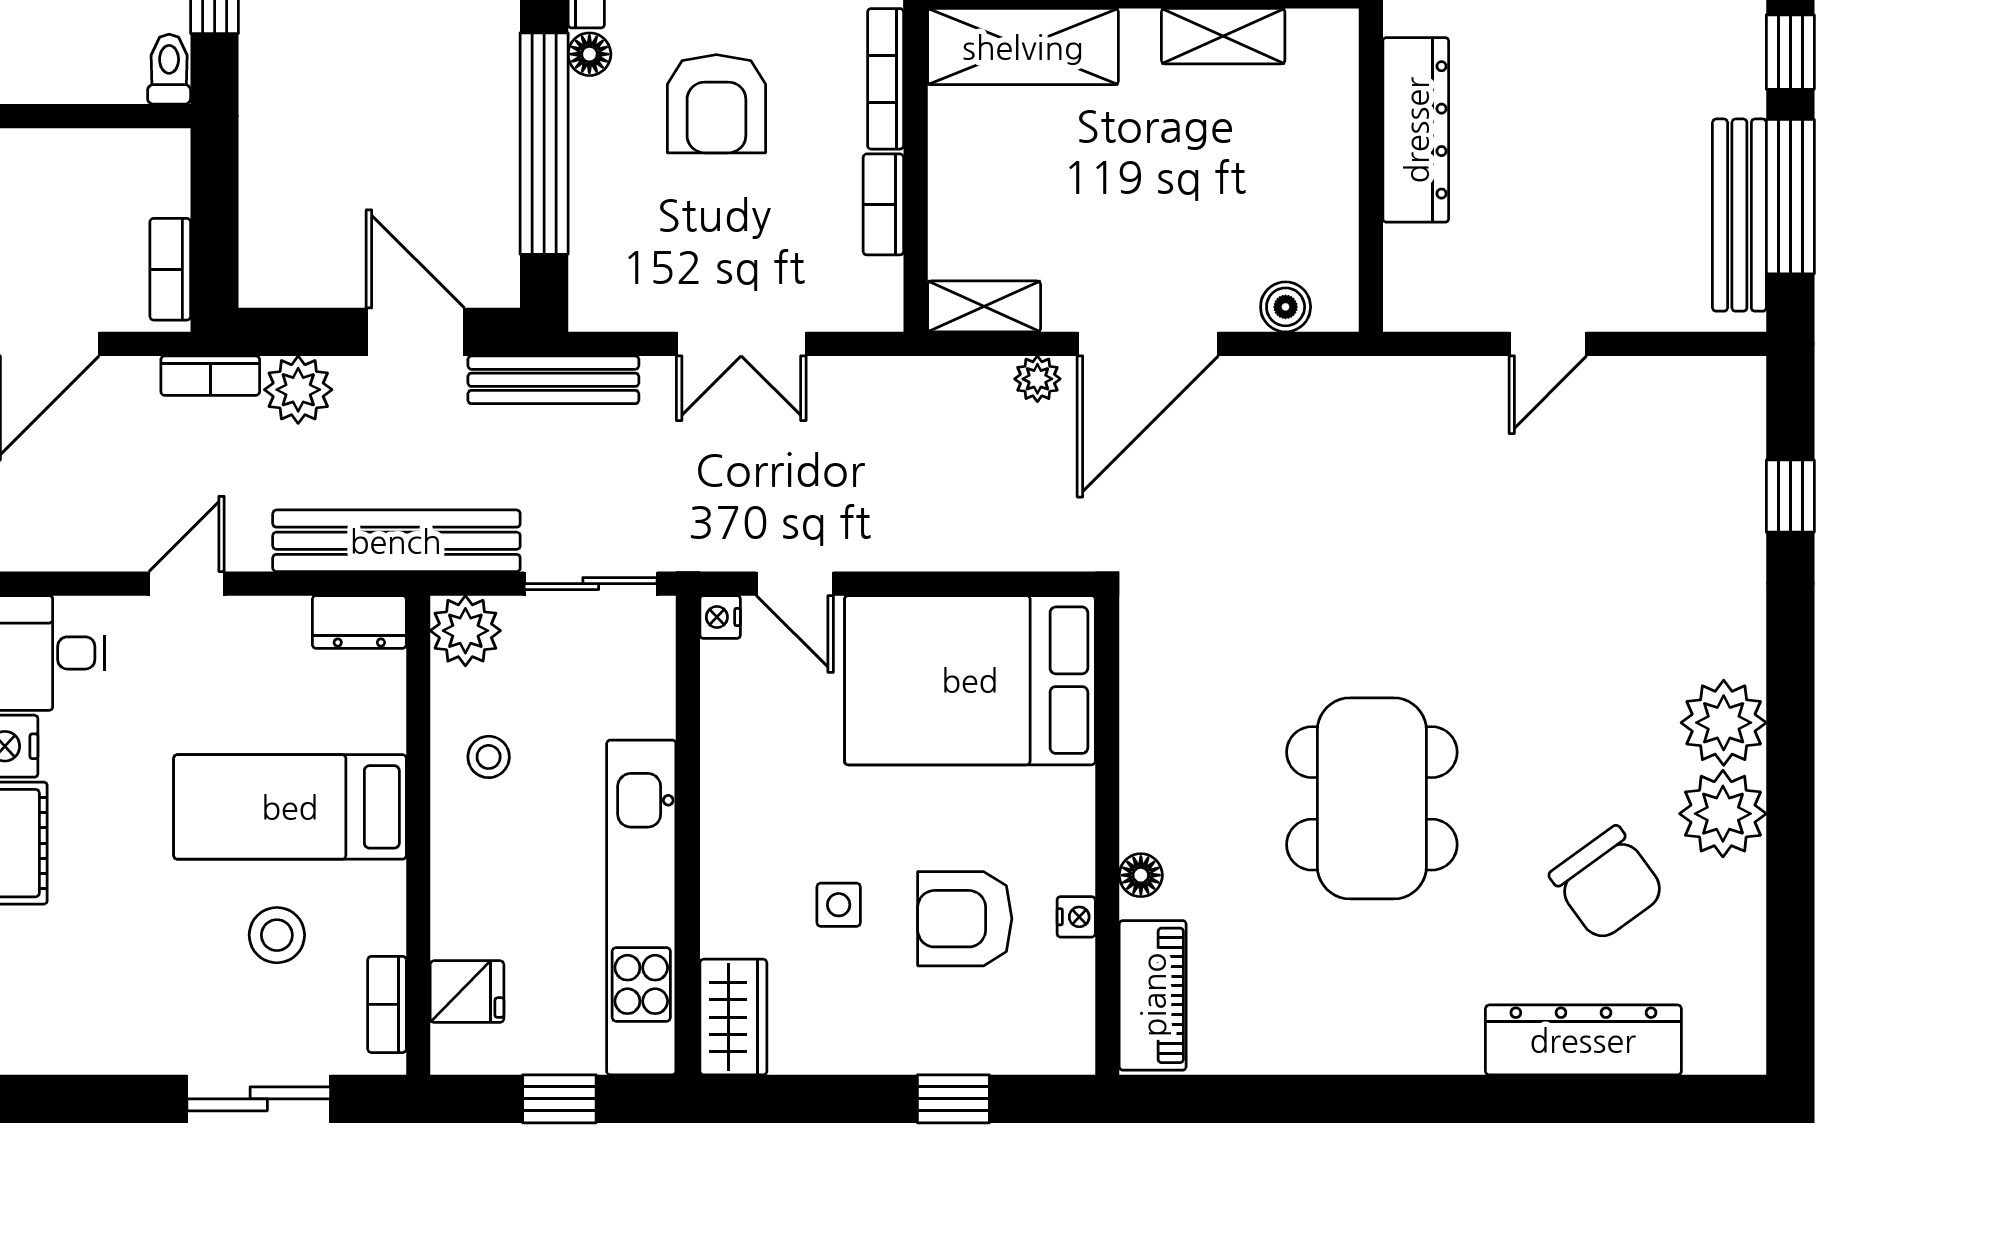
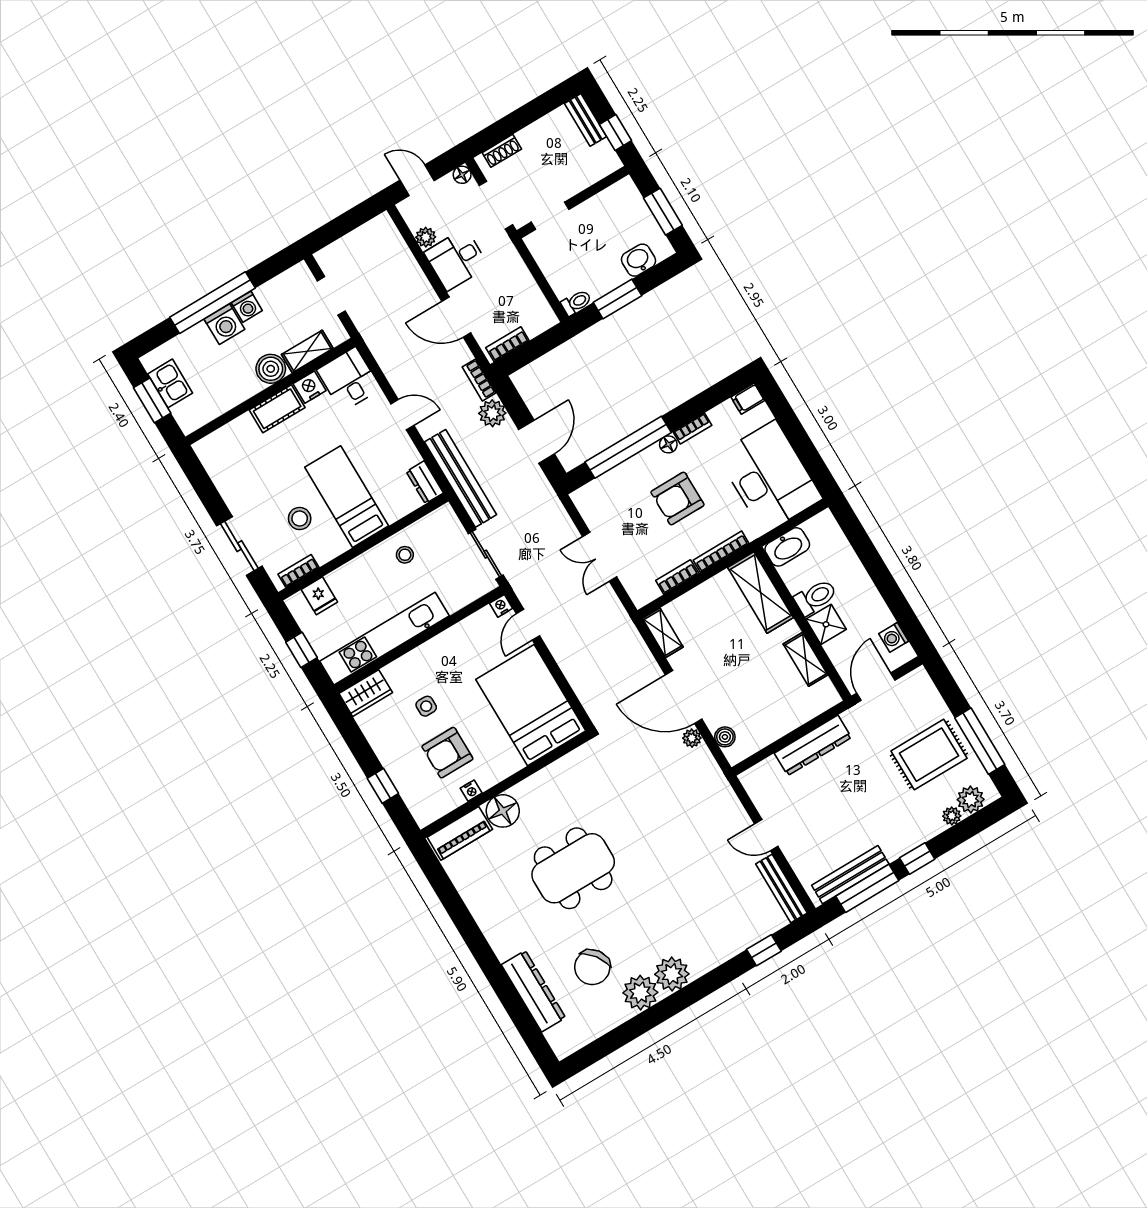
plant: (1037, 379) -> (692, 738), moved
bench: (553, 380) -> (781, 888), moved
plant: (465, 631) -> (444, 521), removed
floor lamp: (1141, 875) -> (503, 811), width x1.89, depth x1.89
armchair: (965, 919) -> (447, 753), turned -90

